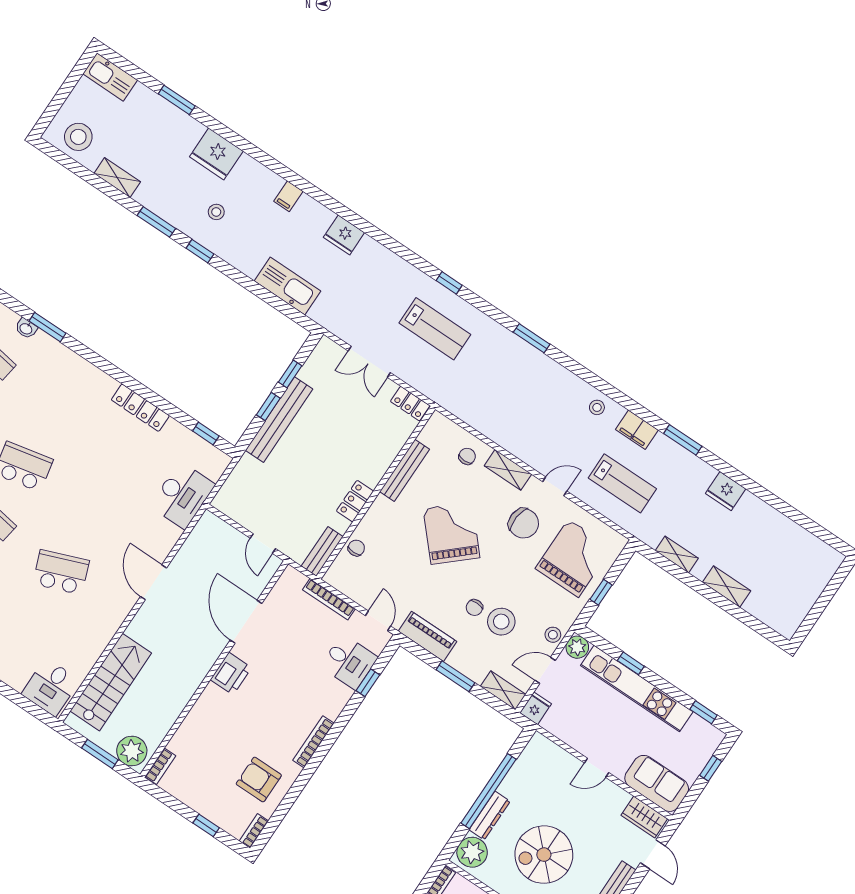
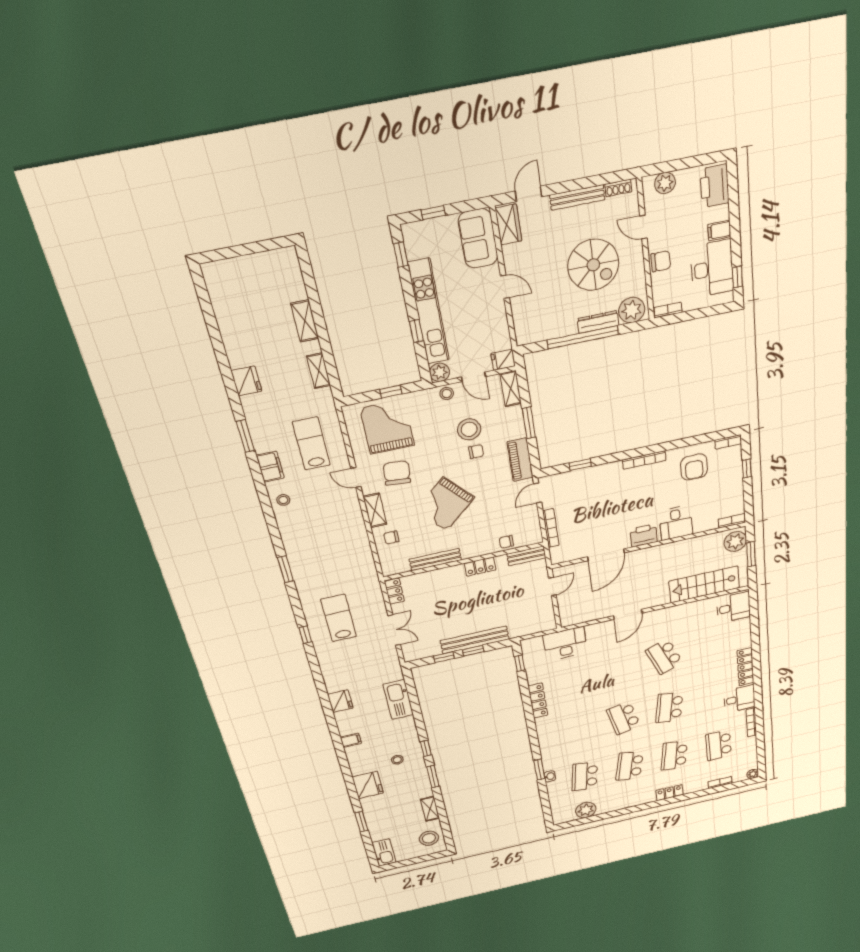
grand piano: (573, 558) -> (387, 427), turned 90
desk: (349, 662) -> (676, 523), moved, turned 180

